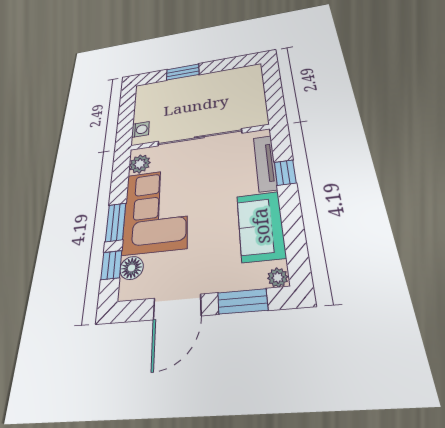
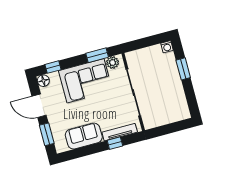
washing machine: (140, 129) -> (167, 47), moved
window: (116, 222) -> (97, 55), moved
floor lamp: (132, 268) -> (43, 81), moved
plant: (278, 277) -> (60, 148), removed

